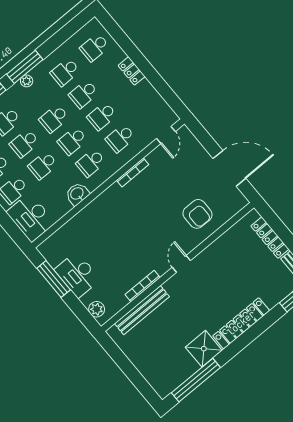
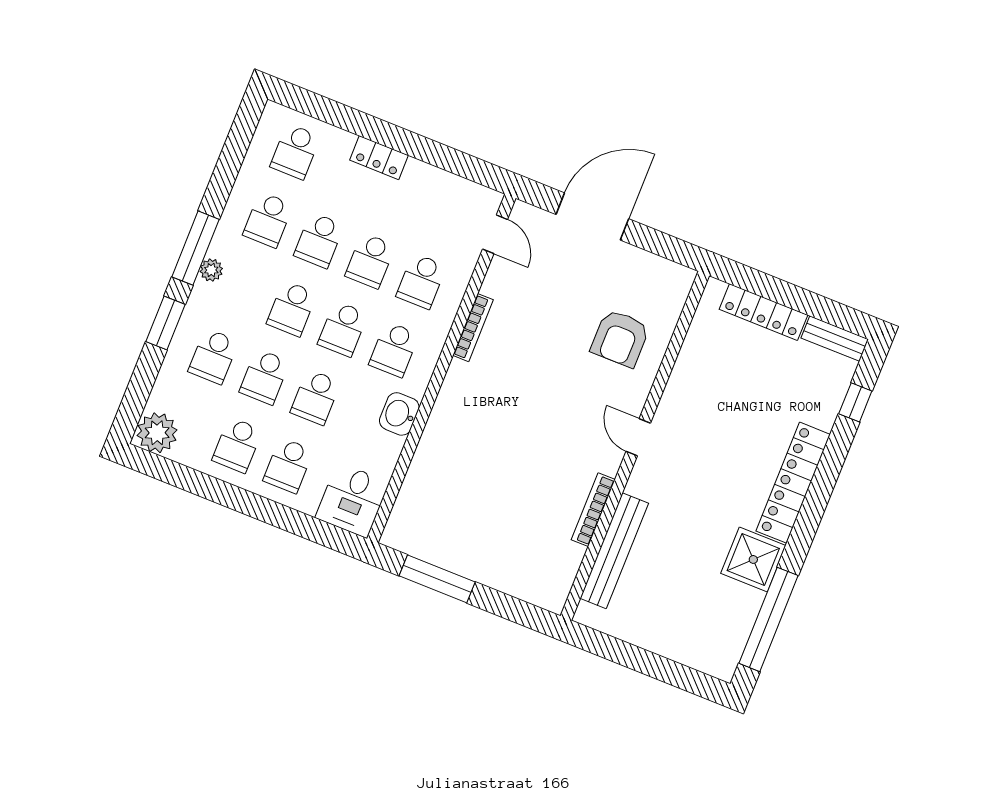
door: (229, 168) -> (592, 217), moved
armchair: (197, 214) -> (620, 338), turned 90
desk: (31, 217) -> (352, 500), width x0.73
desk: (77, 275) -> (473, 550), removed
plant: (97, 309) -> (537, 591), removed

